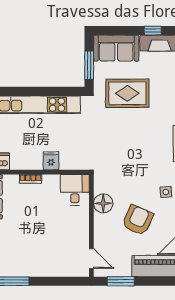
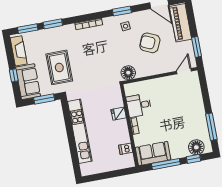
window: (153, 31) -> (14, 75), moved
desk: (75, 190) -> (139, 105), moved
floor lamp: (103, 203) -> (128, 73), moved

